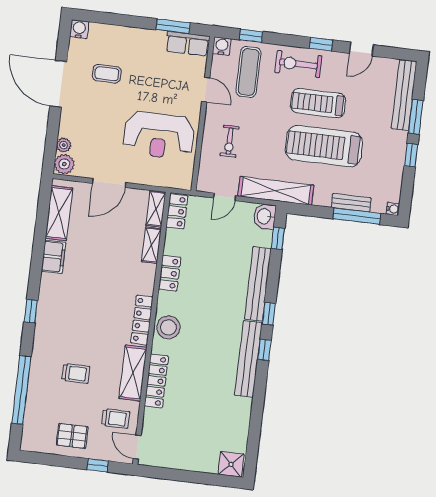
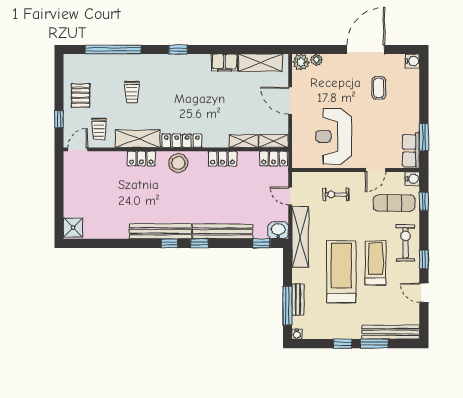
locker: (156, 381) -> (141, 159), width x0.66

